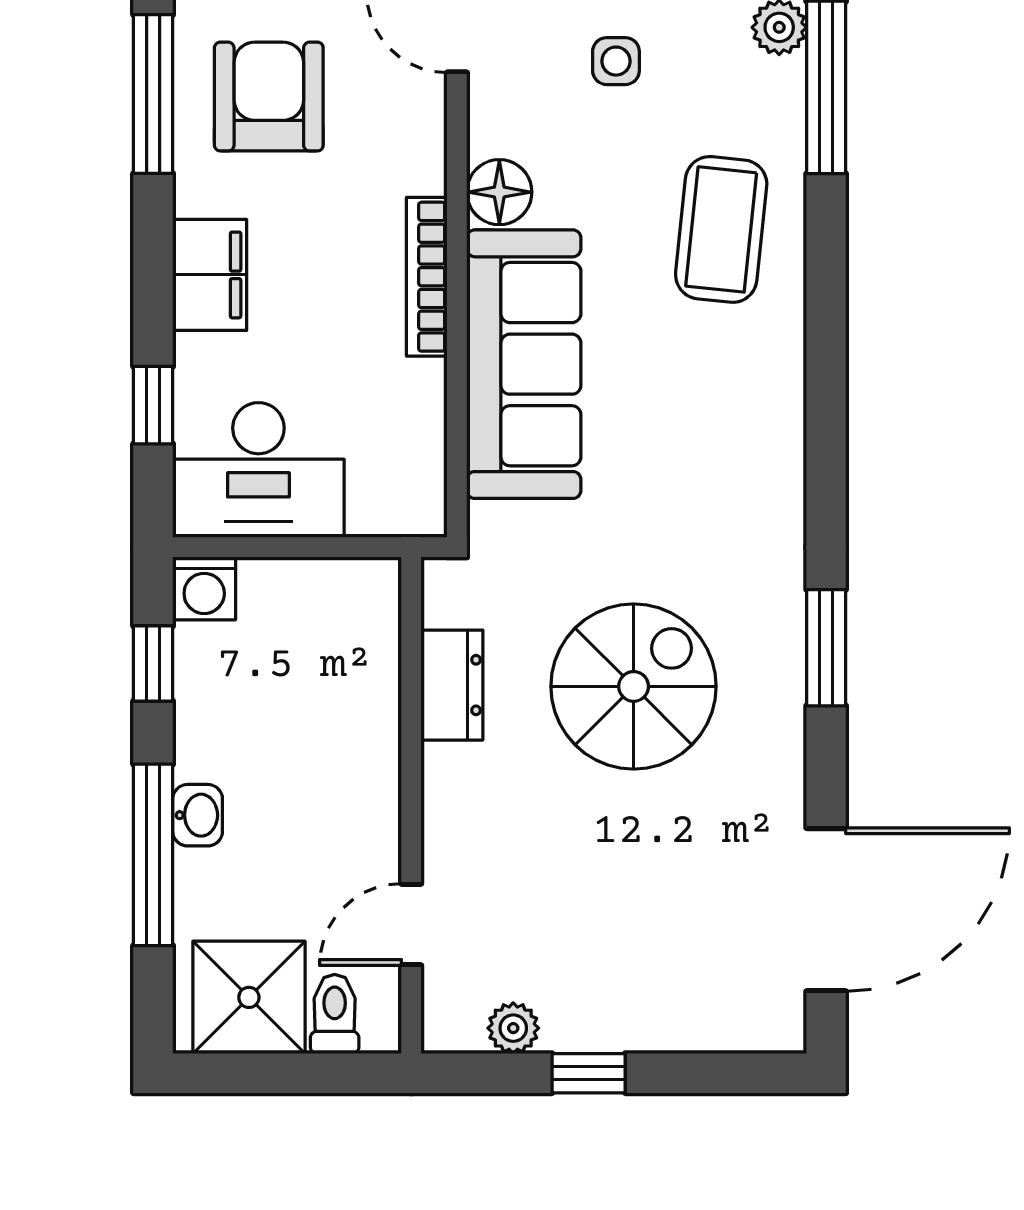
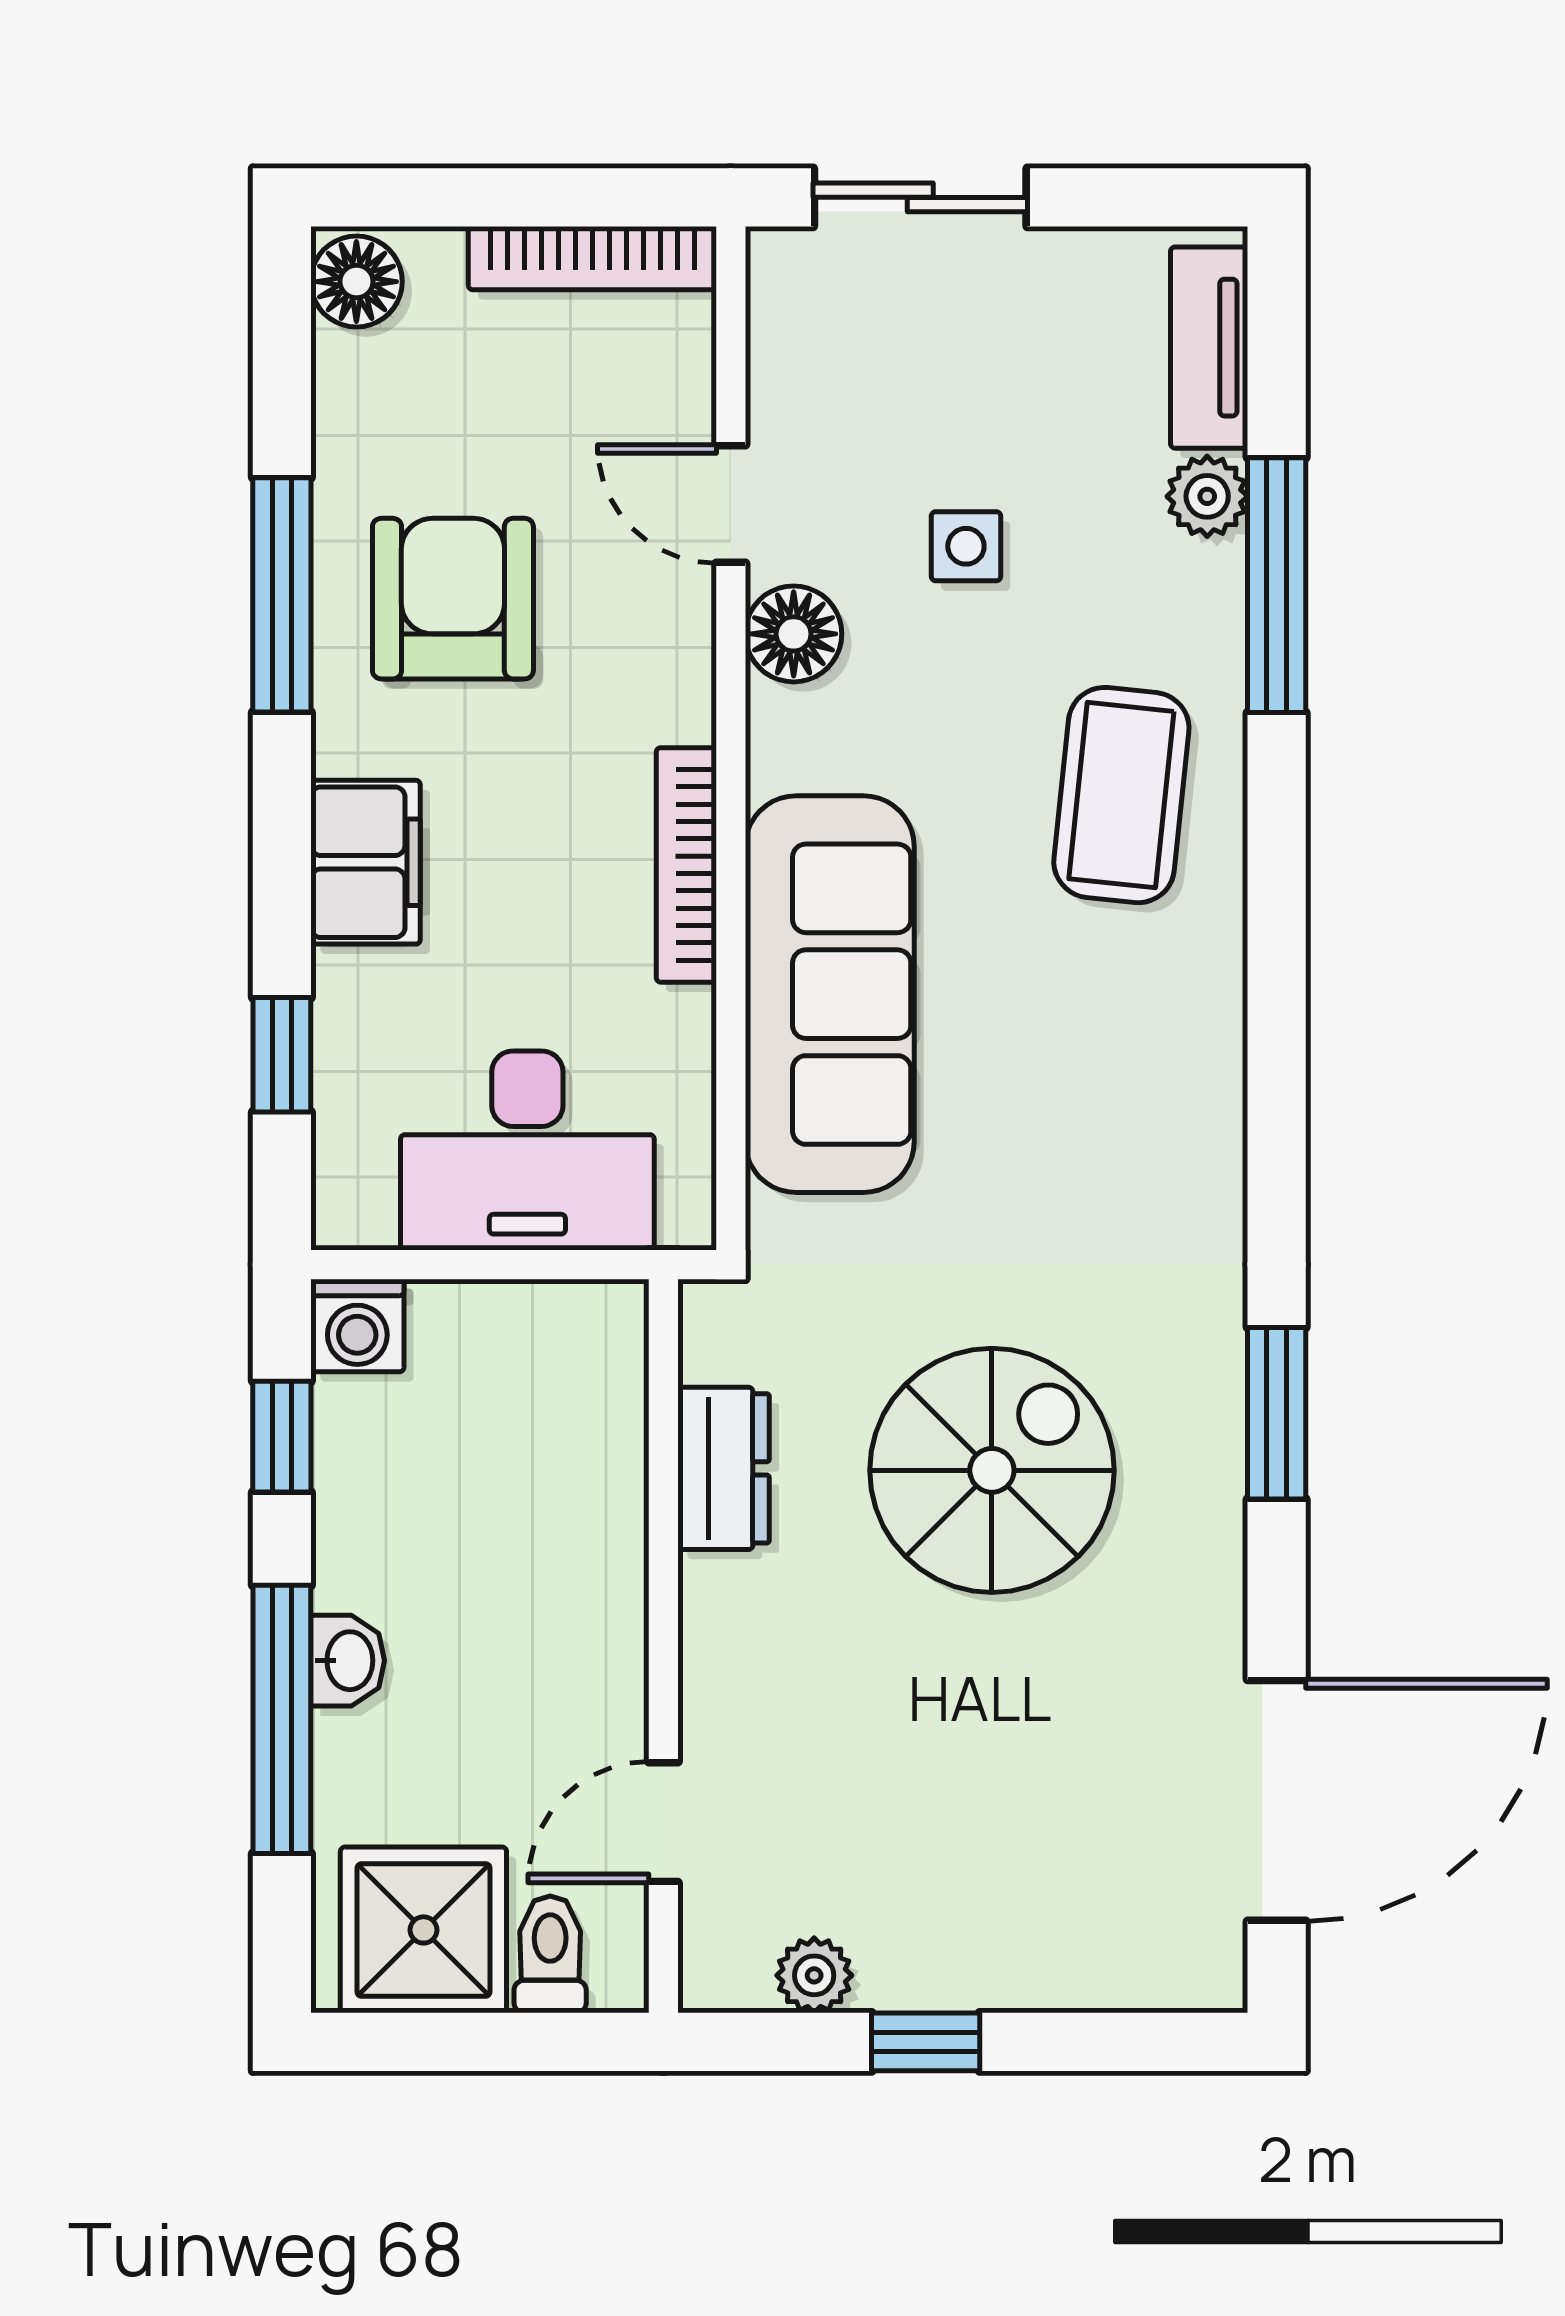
floor lamp: (499, 192) -> (794, 634), moved
desk: (258, 470) -> (527, 1150), moved

